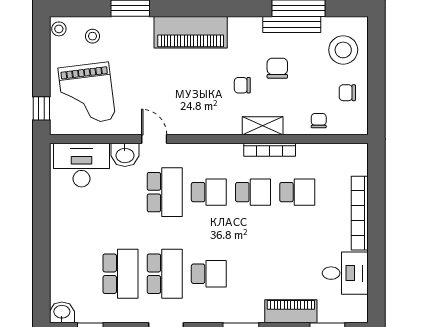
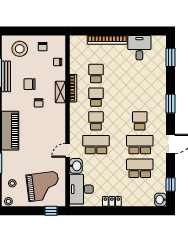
locker: (59, 222) -> (112, 201), added
piano: (291, 311) -> (160, 77), removed

